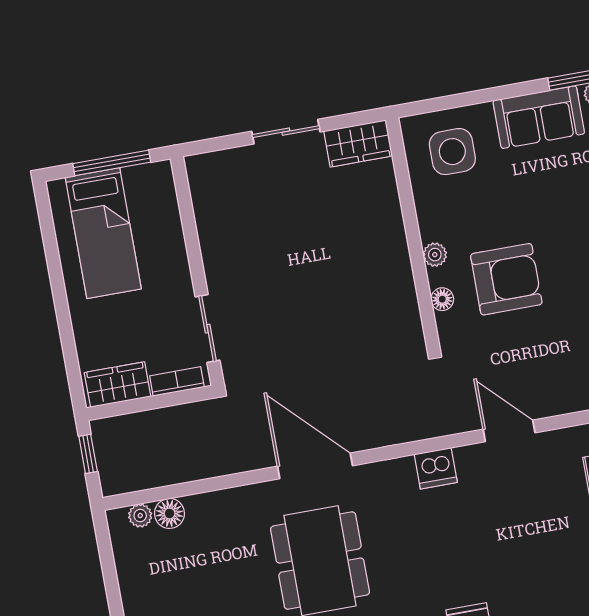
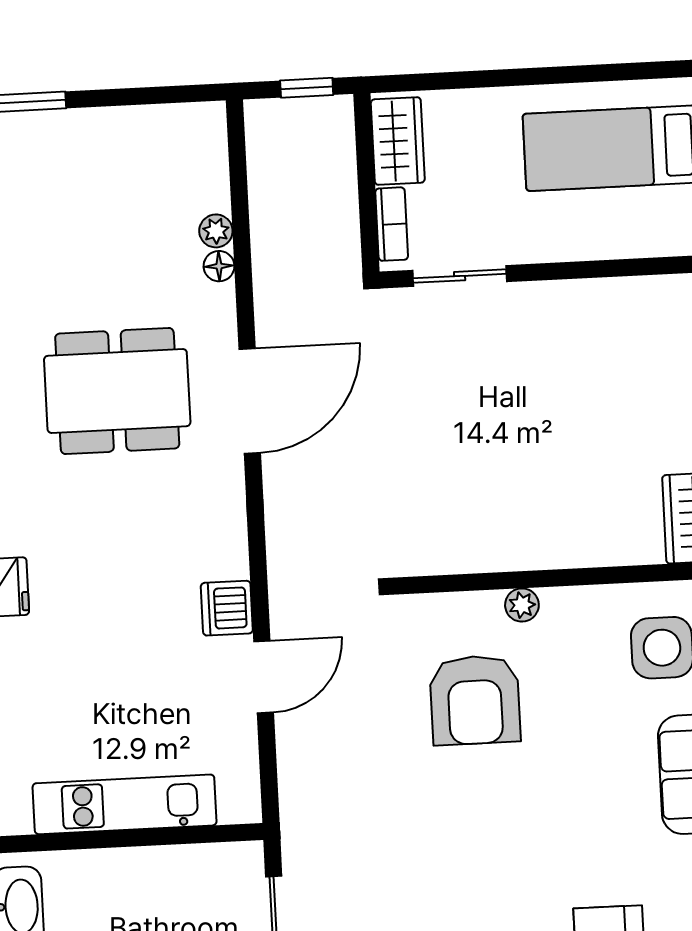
floor lamp: (442, 299) -> (459, 607), removed
dishwasher: (436, 468) -> (227, 608), moved
floor lamp: (170, 513) -> (219, 266), moved, width x0.73, depth x0.73
plant: (140, 516) -> (216, 231), moved

